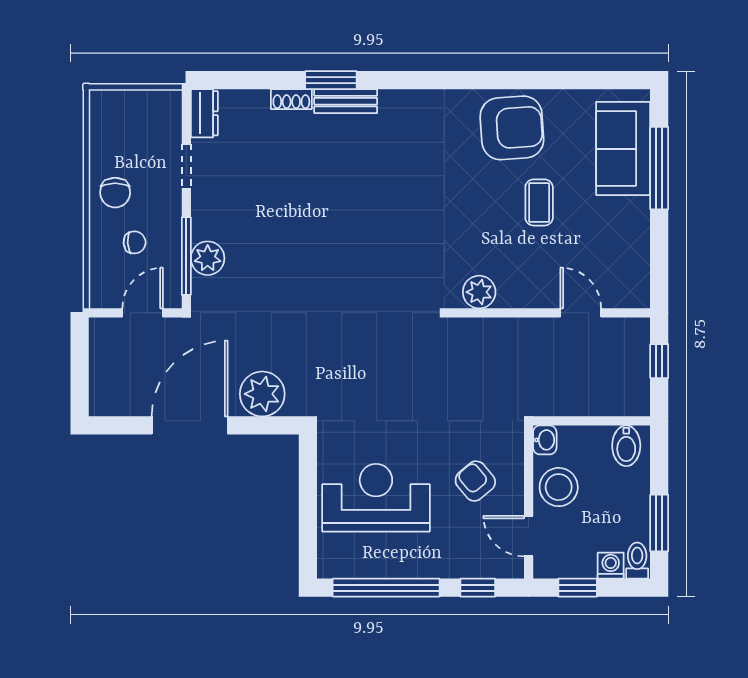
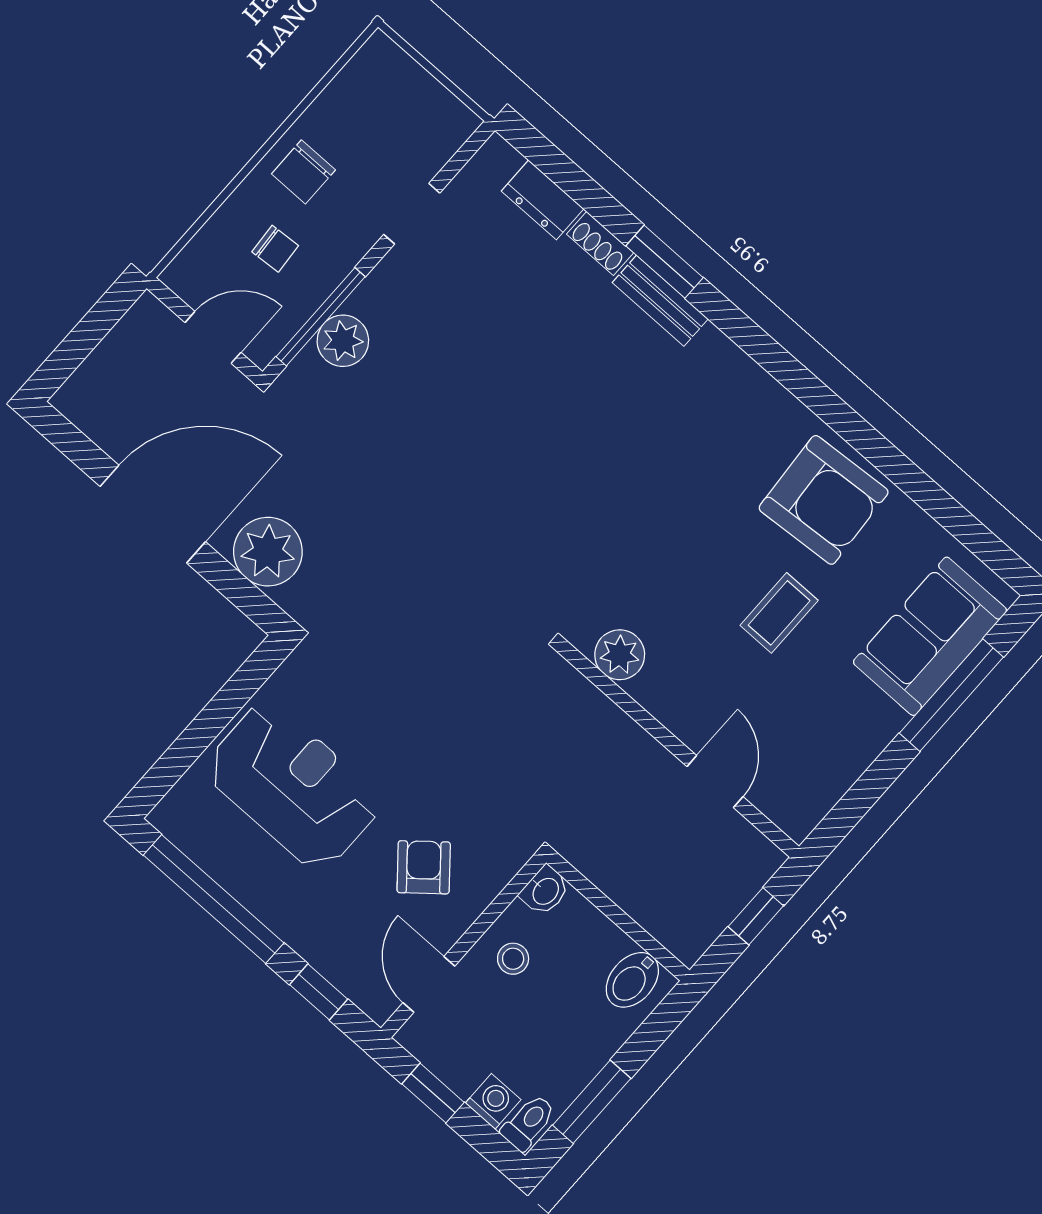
dresser: (204, 113) -> (543, 200), moved, turned 90
stool: (559, 487) -> (513, 959), width x0.53, depth x0.53

